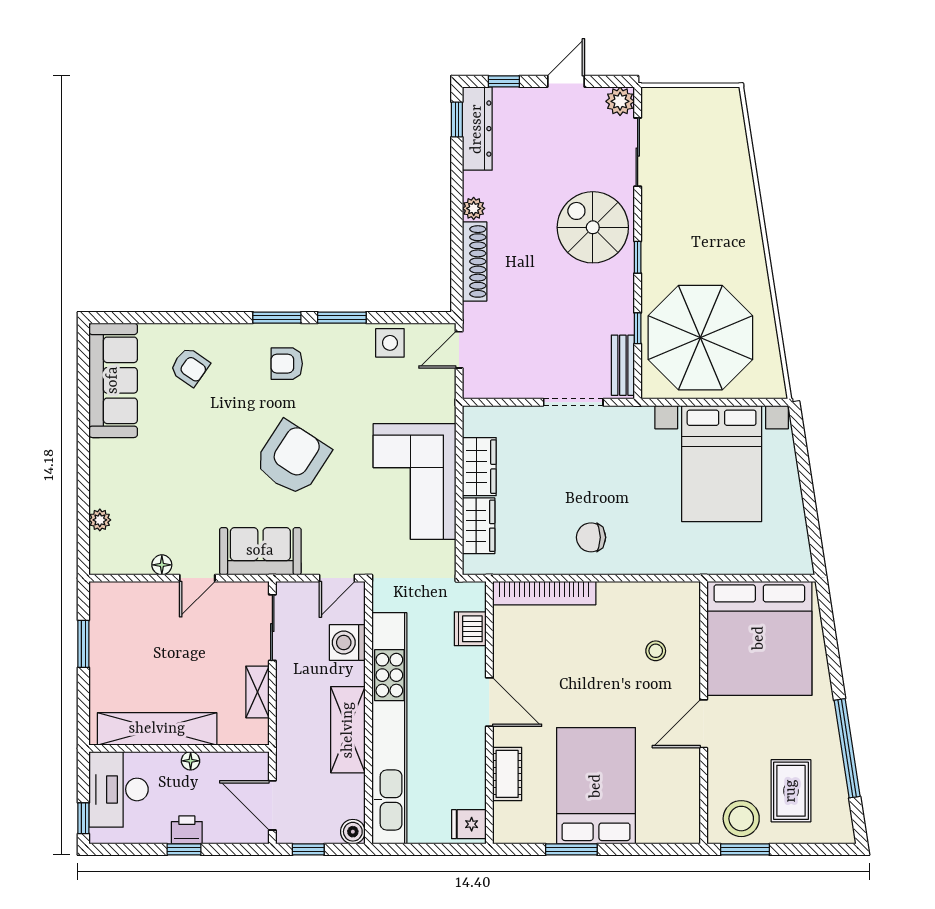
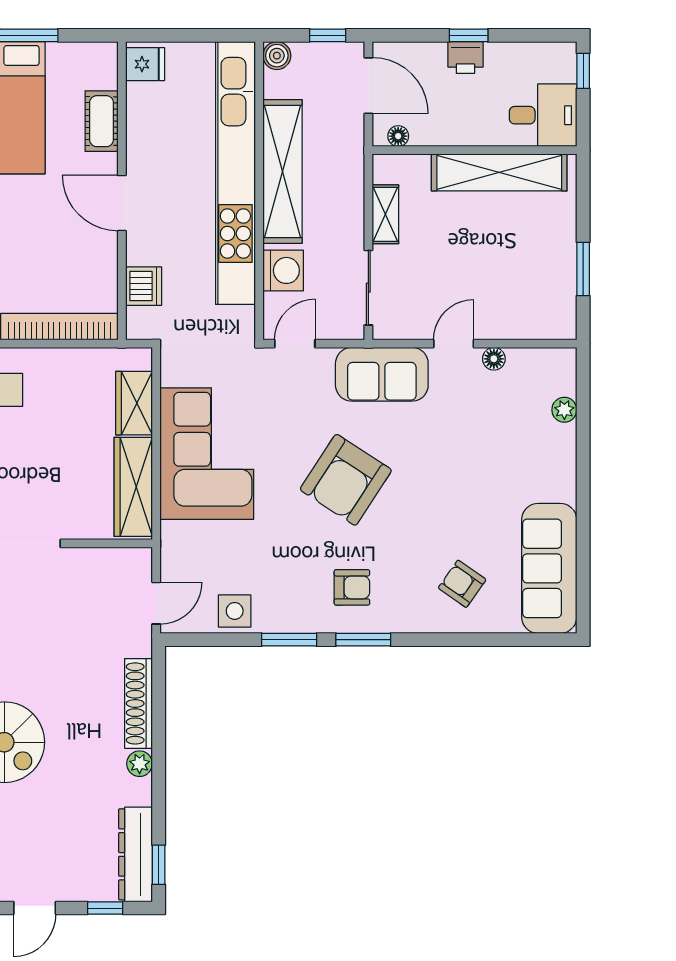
wardrobe: (479, 467) -> (133, 487), width x1.50
shelving: (348, 730) -> (282, 172), width x1.47
floor lamp: (191, 761) -> (398, 136), moved
desk: (118, 789) -> (543, 115), width x0.73

